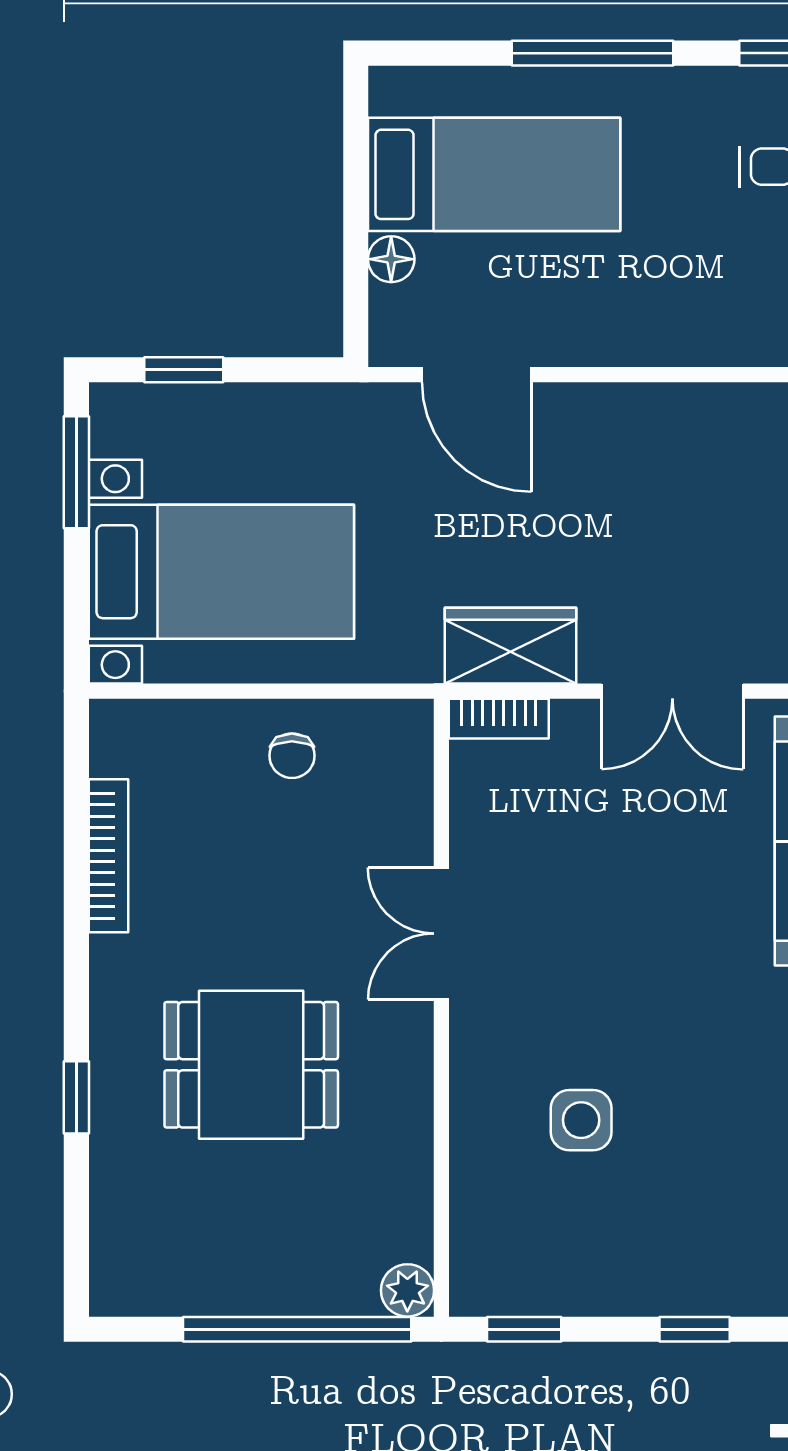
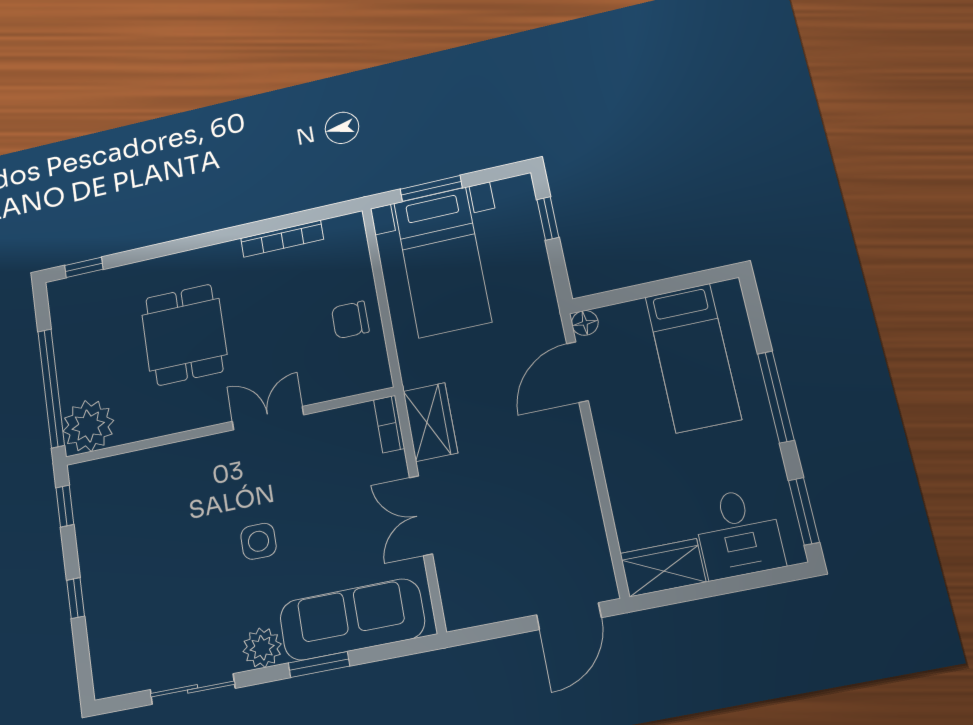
floor lamp: (391, 259) -> (585, 323), moved
window: (76, 472) -> (431, 188), moved
chair: (292, 756) -> (350, 320), width x1.37, depth x1.37
window: (76, 1097) -> (84, 267), moved
side table: (581, 1120) -> (258, 541), moved
plant: (407, 1290) -> (88, 426), width x1.88, depth x1.88

